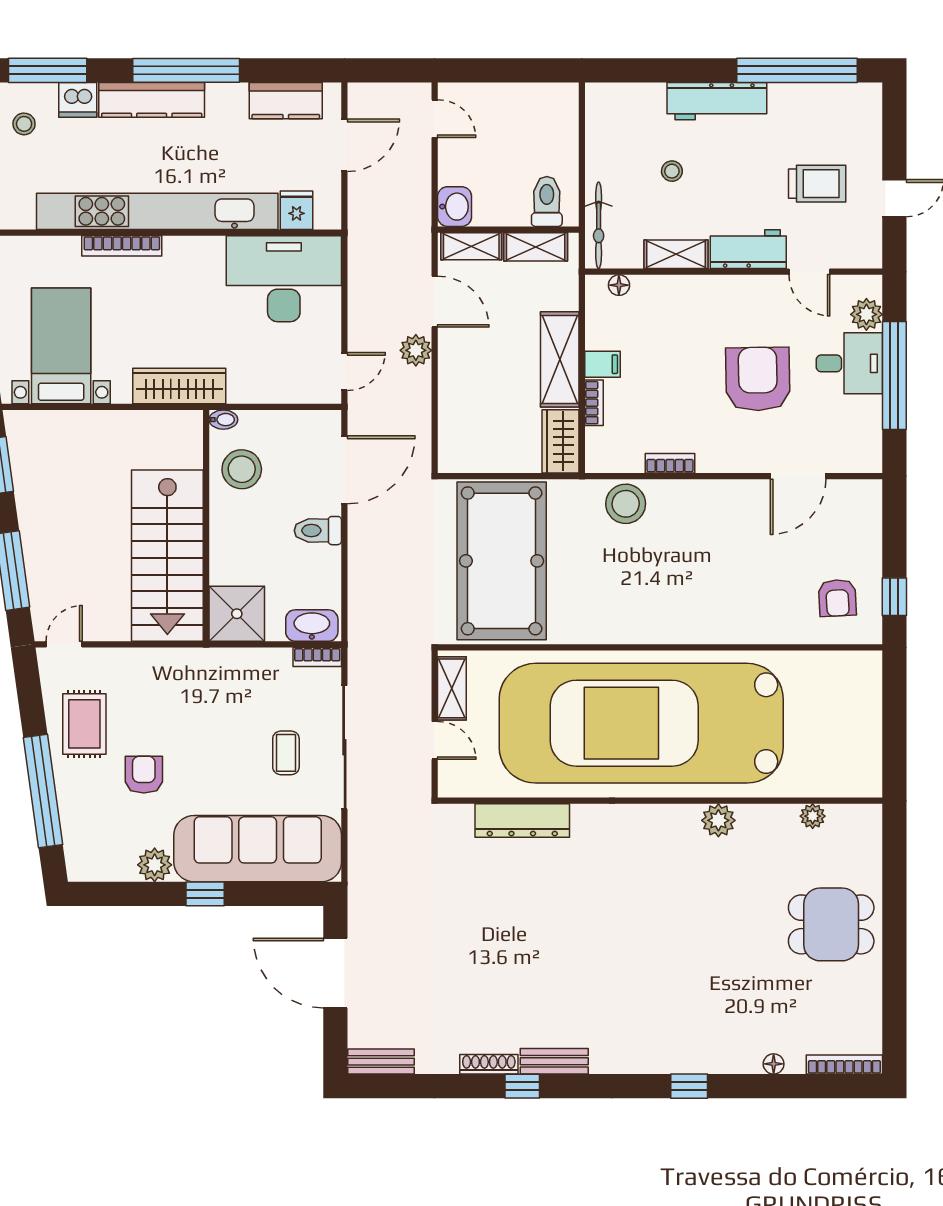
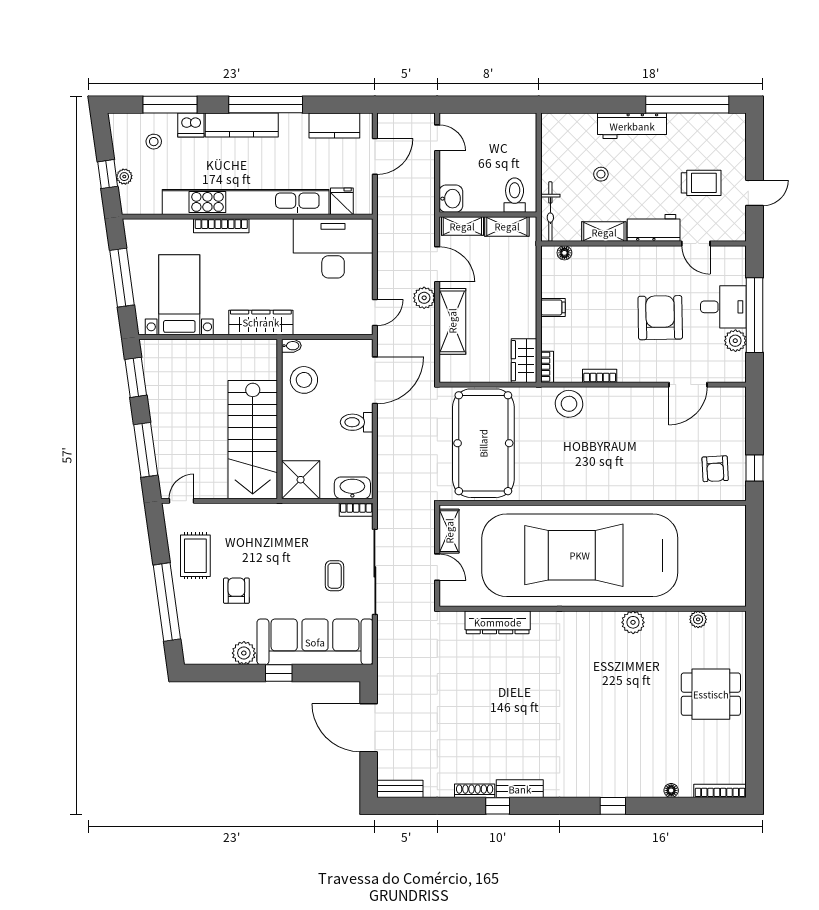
plant: (866, 314) -> (735, 341), moved
shelving: (560, 359) -> (452, 321), moved
bookcase: (594, 403) -> (547, 367), moved

